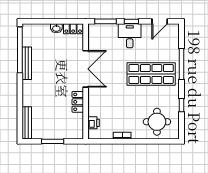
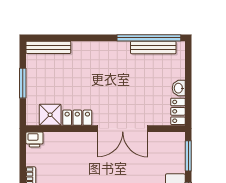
bench: (27, 63) -> (153, 47), moved
shower: (76, 122) -> (50, 115), added
printer: (94, 123) -> (34, 139), moved

